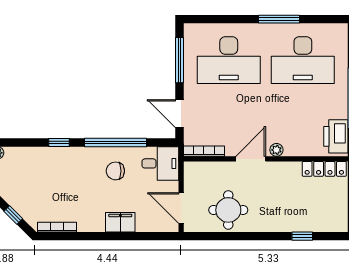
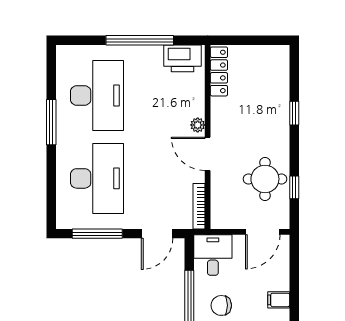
chair: (115, 171) -> (221, 305), turned 90
filing cabinet: (120, 222) -> (279, 300), width x0.50
window: (221, 236) -> (294, 187), added
window: (302, 236) -> (294, 113), moved

